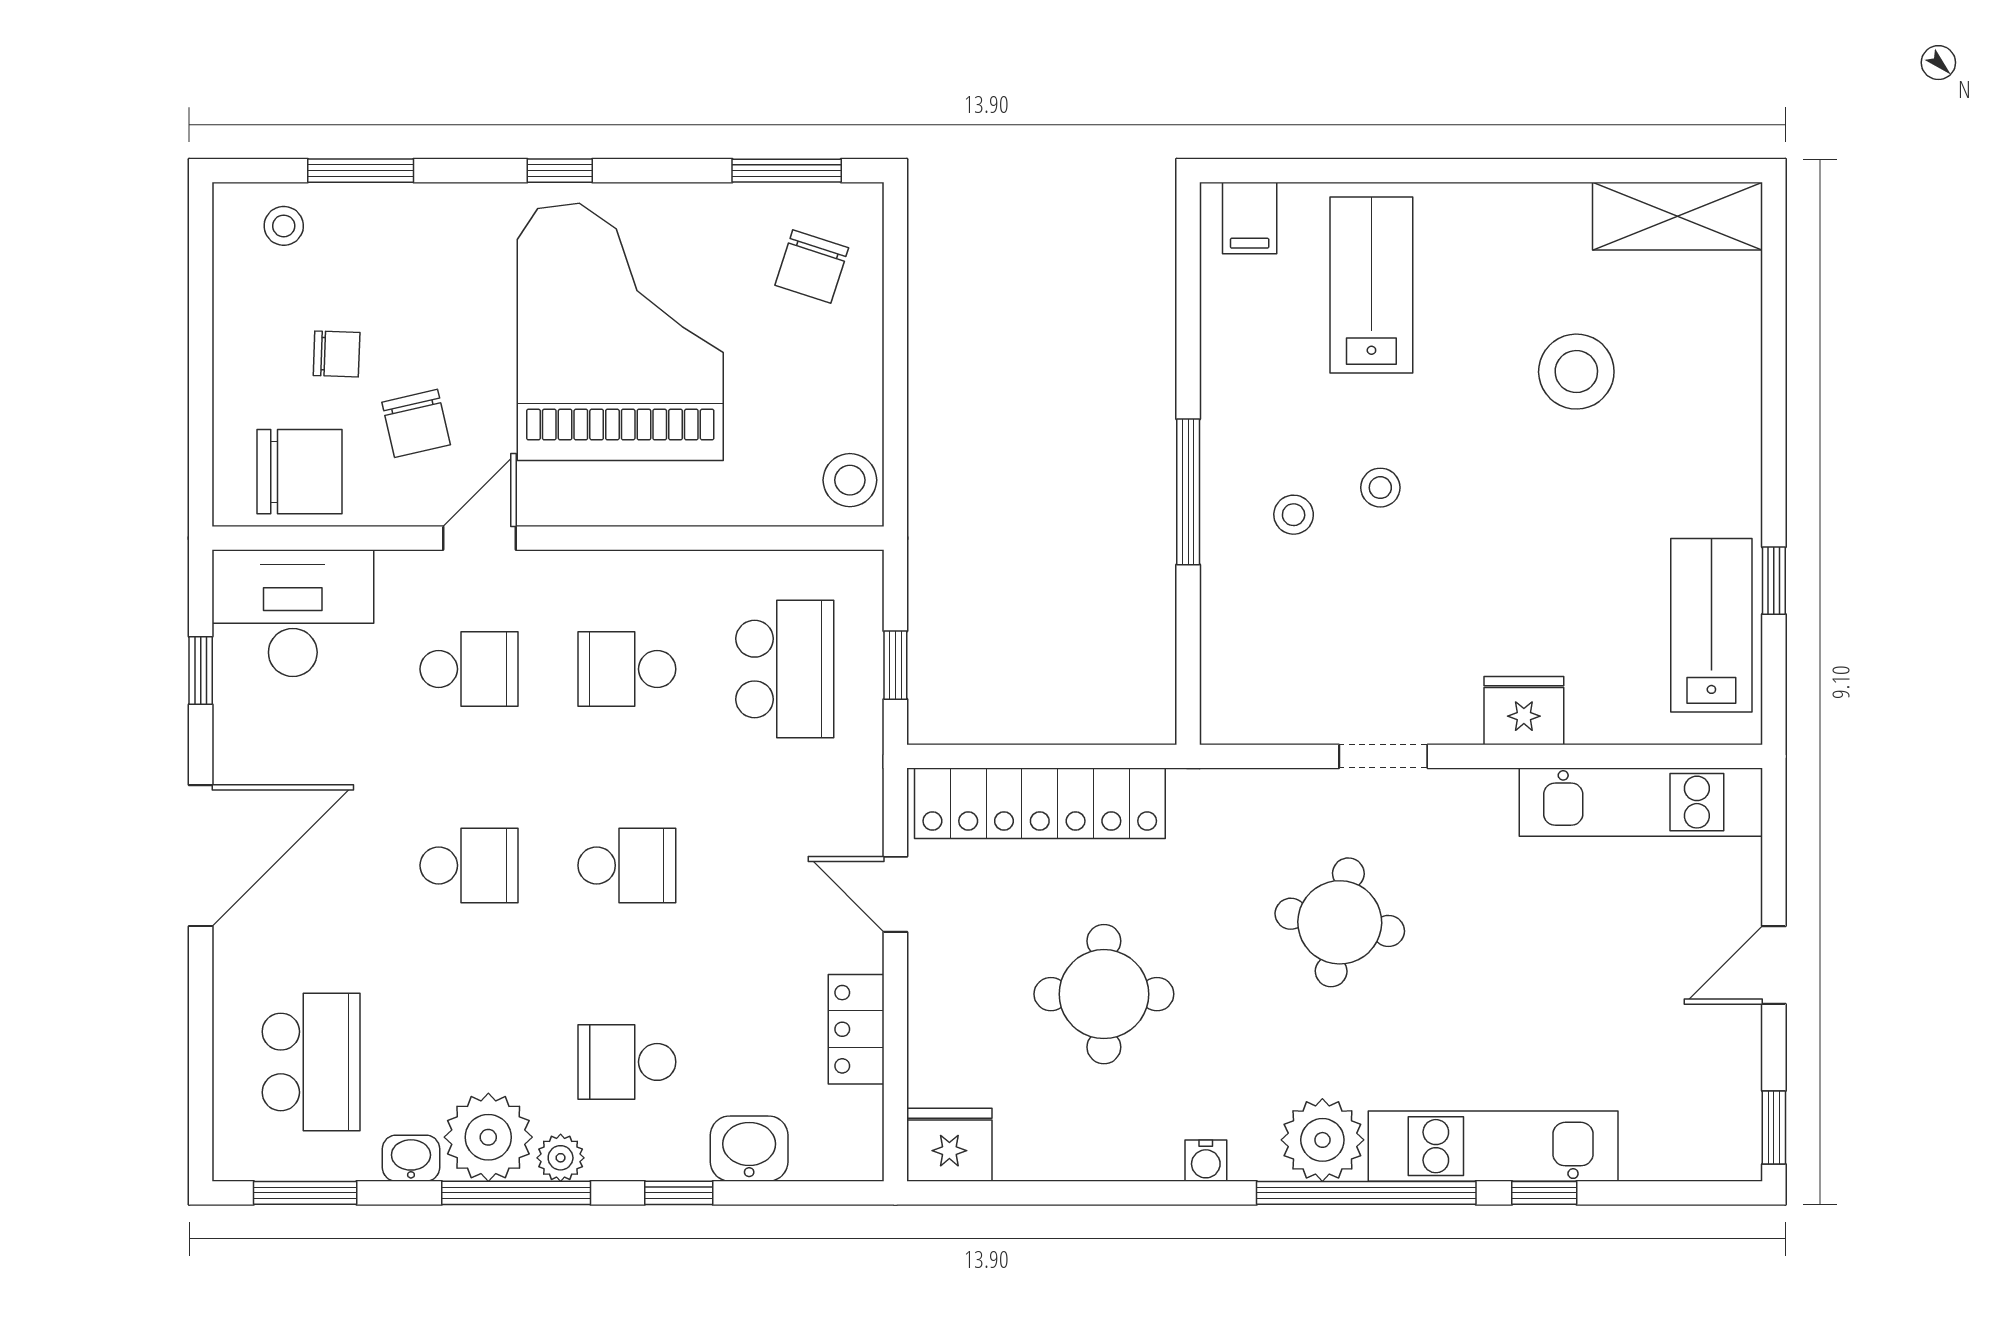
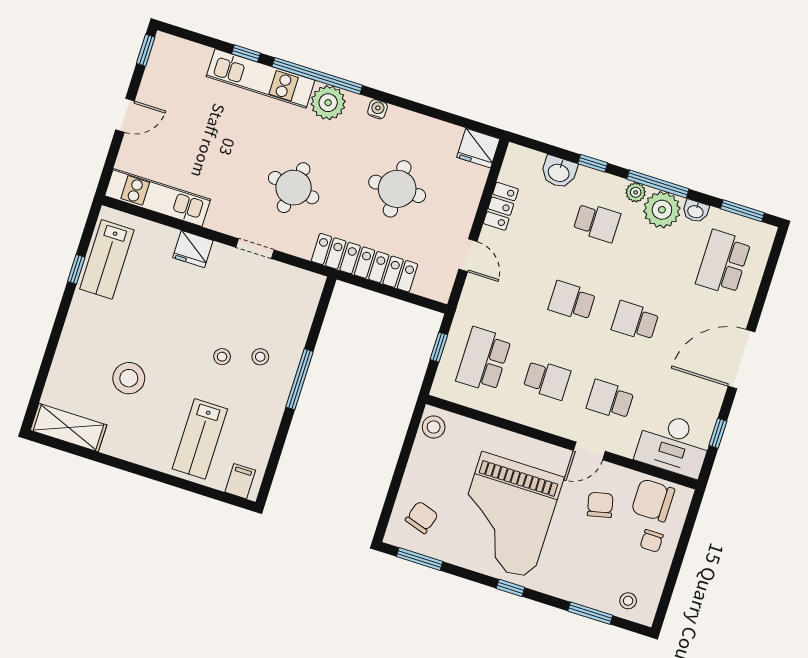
chair: (337, 354) -> (652, 541), moved, turned -92
locker: (1040, 803) -> (364, 263), moved

